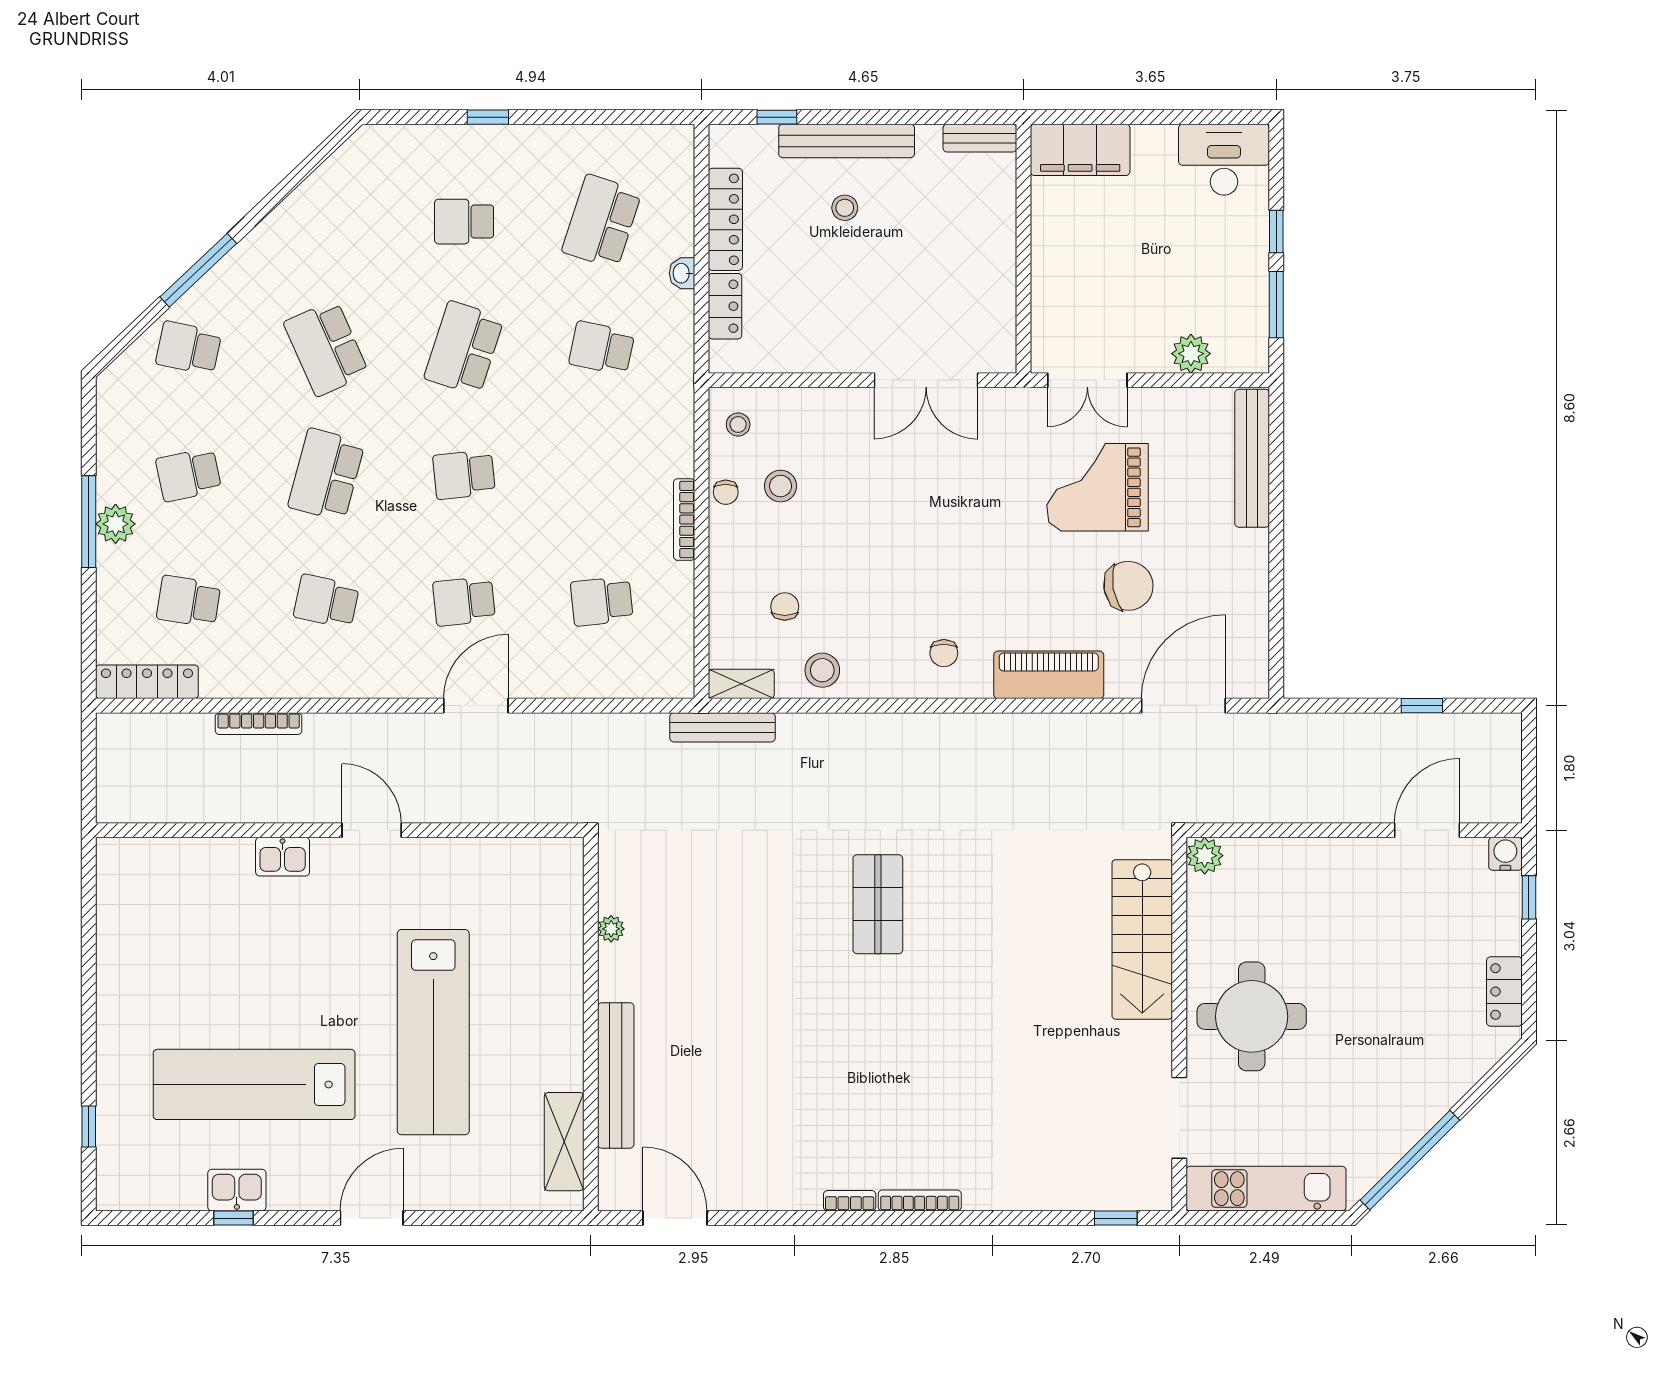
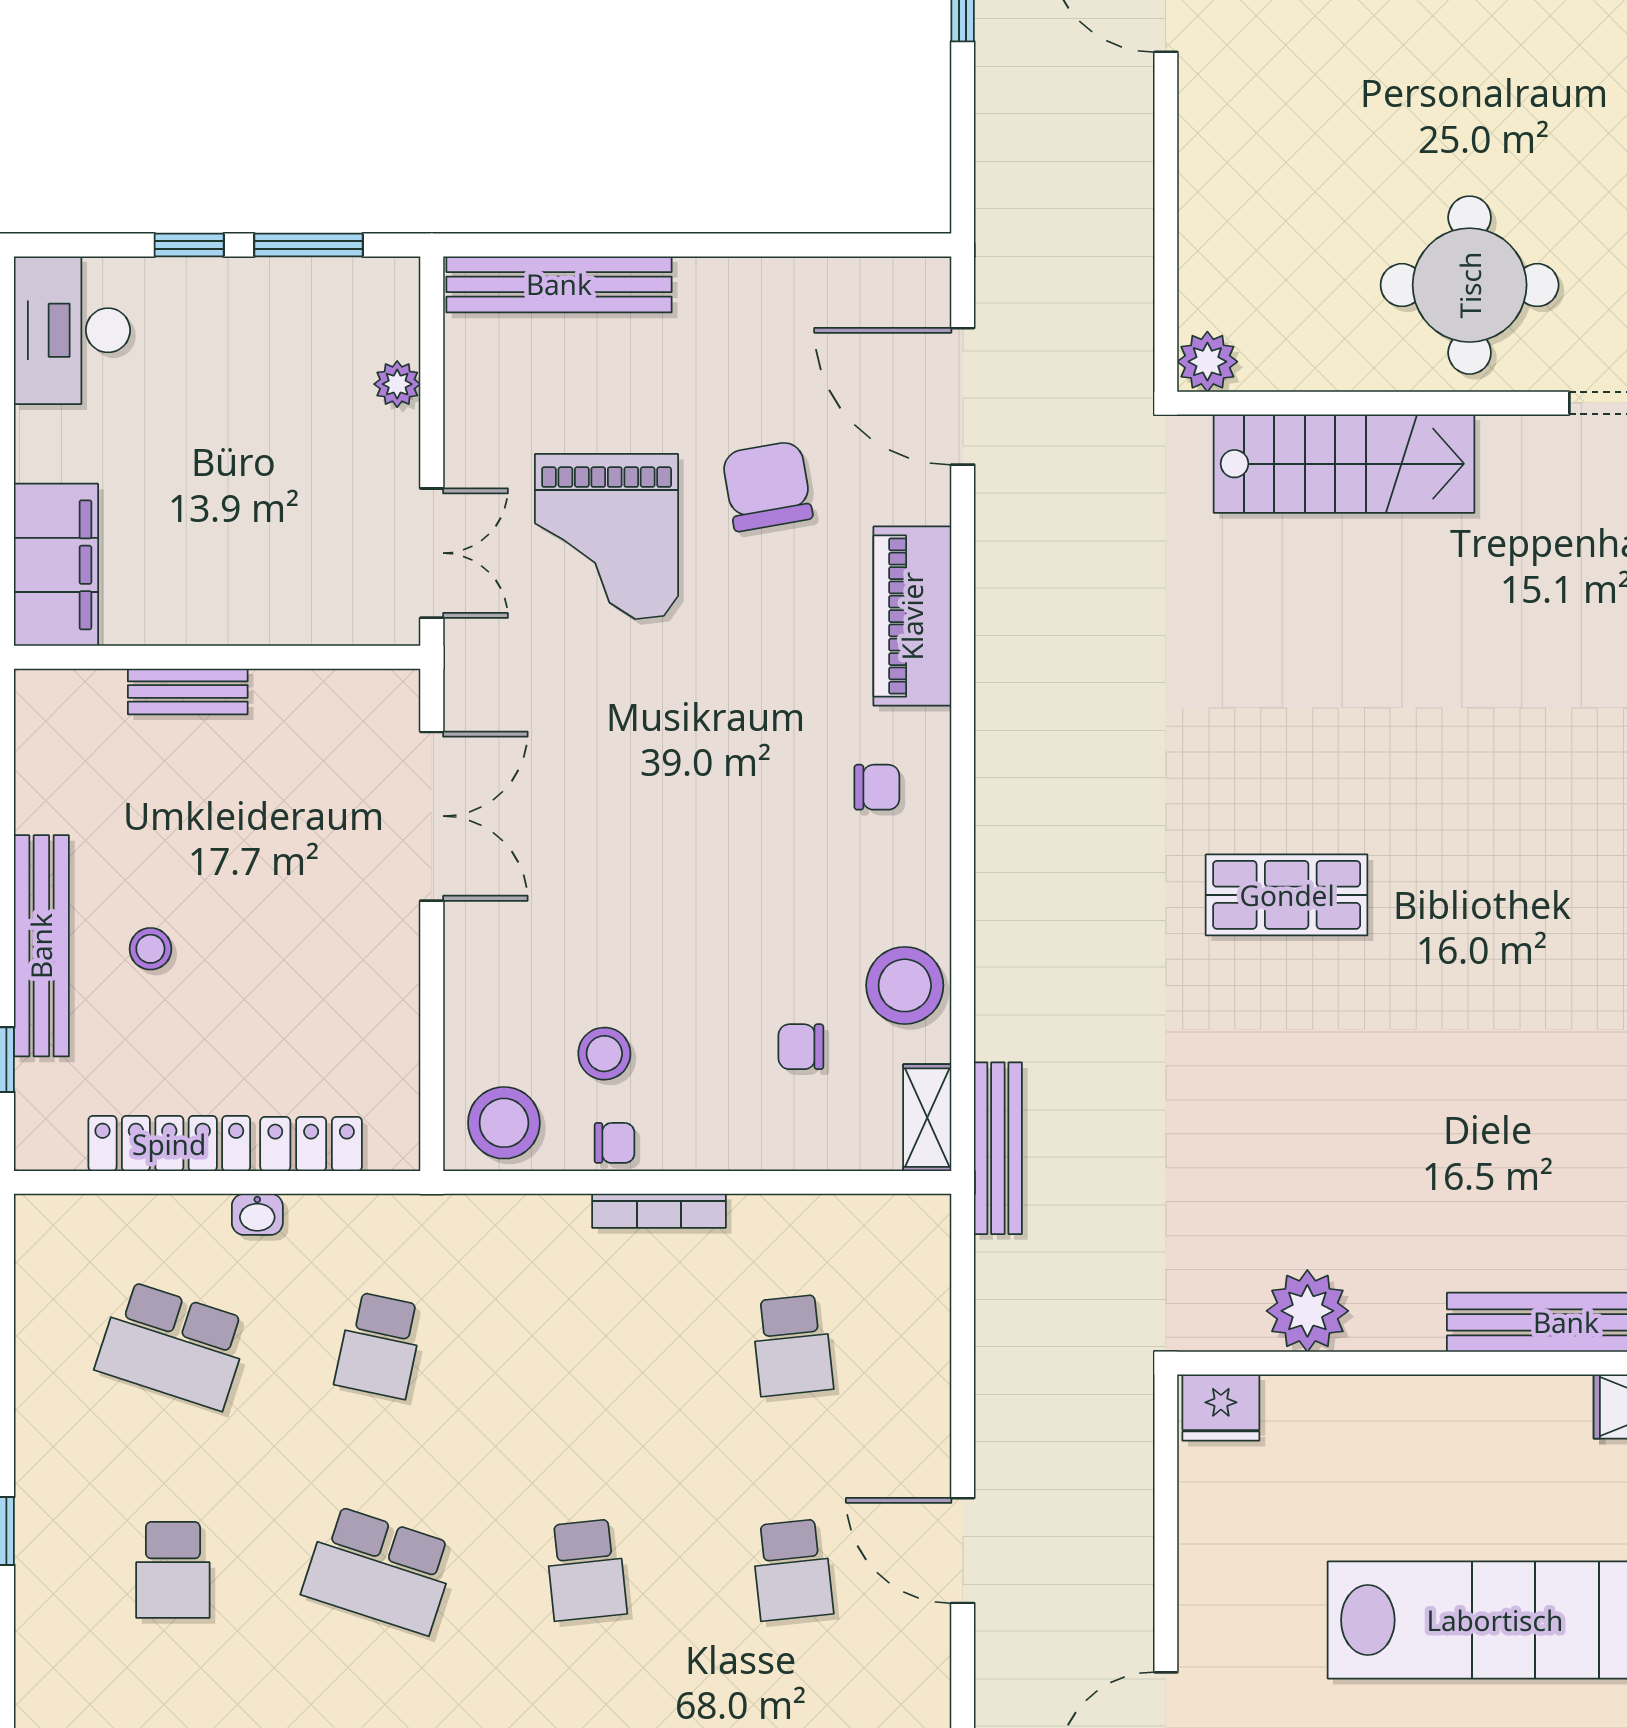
bench: (980, 138) -> (188, 691), moved, turned 90
plant: (1191, 354) -> (397, 384), width x0.73, depth x0.73
stool: (738, 424) -> (504, 1123), width x1.89, depth x1.89
stool: (822, 670) -> (905, 985), width x1.38, depth x1.38
fridge: (564, 864) -> (1221, 1408), added
plant: (611, 929) -> (1307, 1311), width x1.88, depth x1.88

